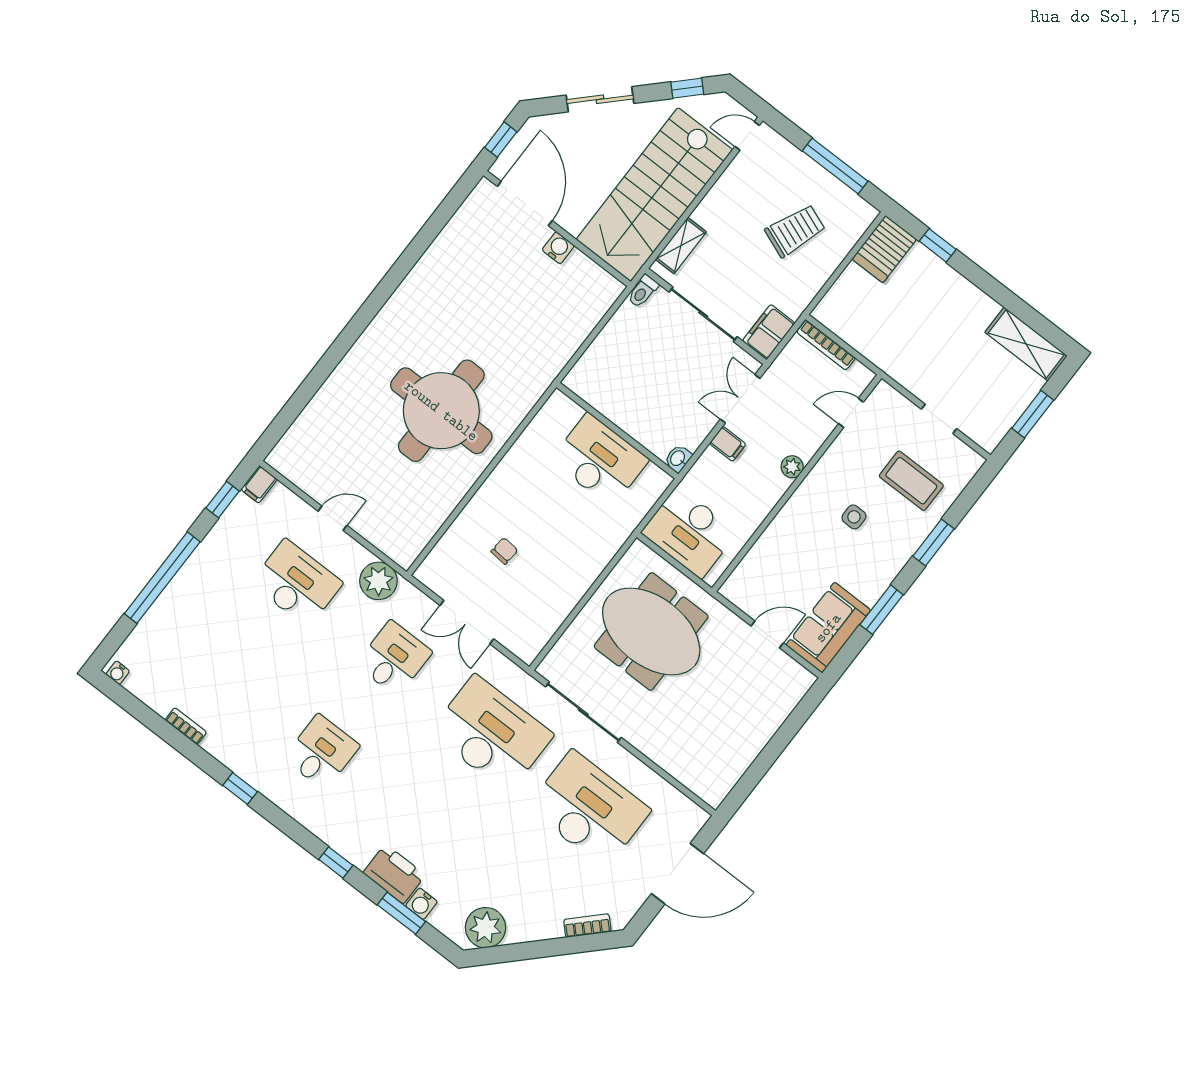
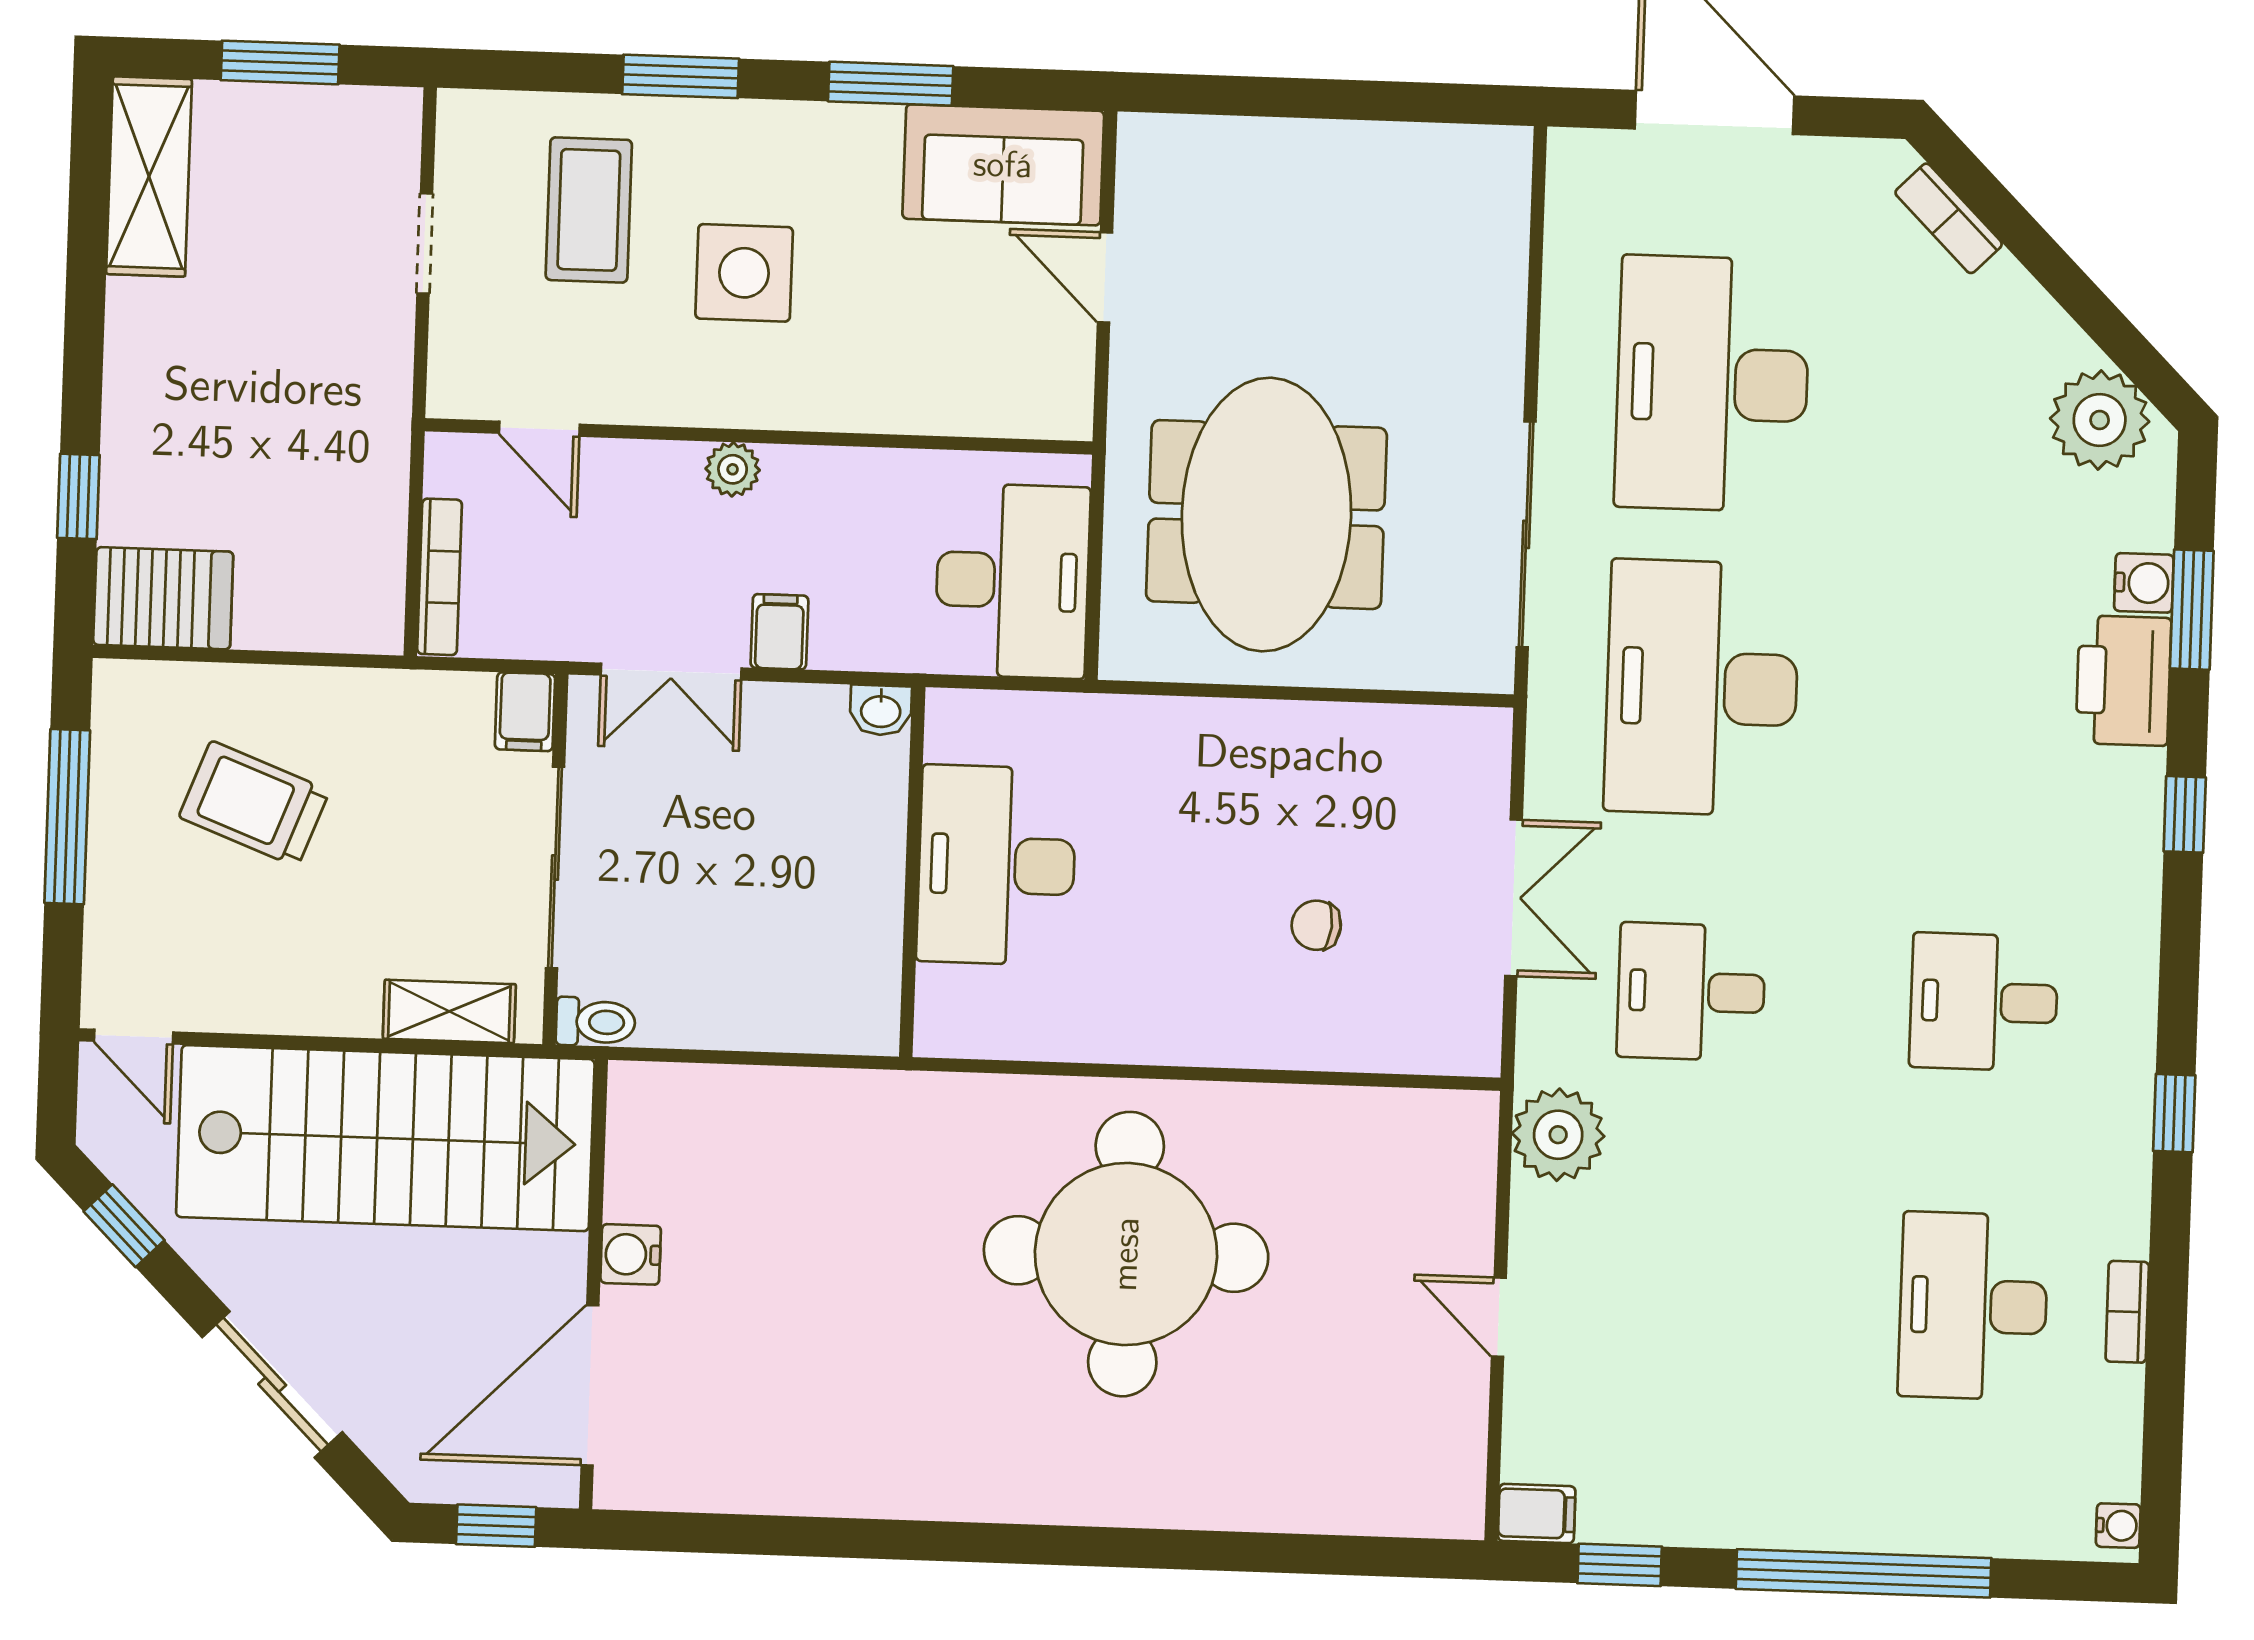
filing cabinet: (769, 332) -> (525, 712), width x0.50
side table: (854, 517) -> (744, 273), width x1.87, depth x1.87
desk: (297, 583) -> (1973, 1306), moved

